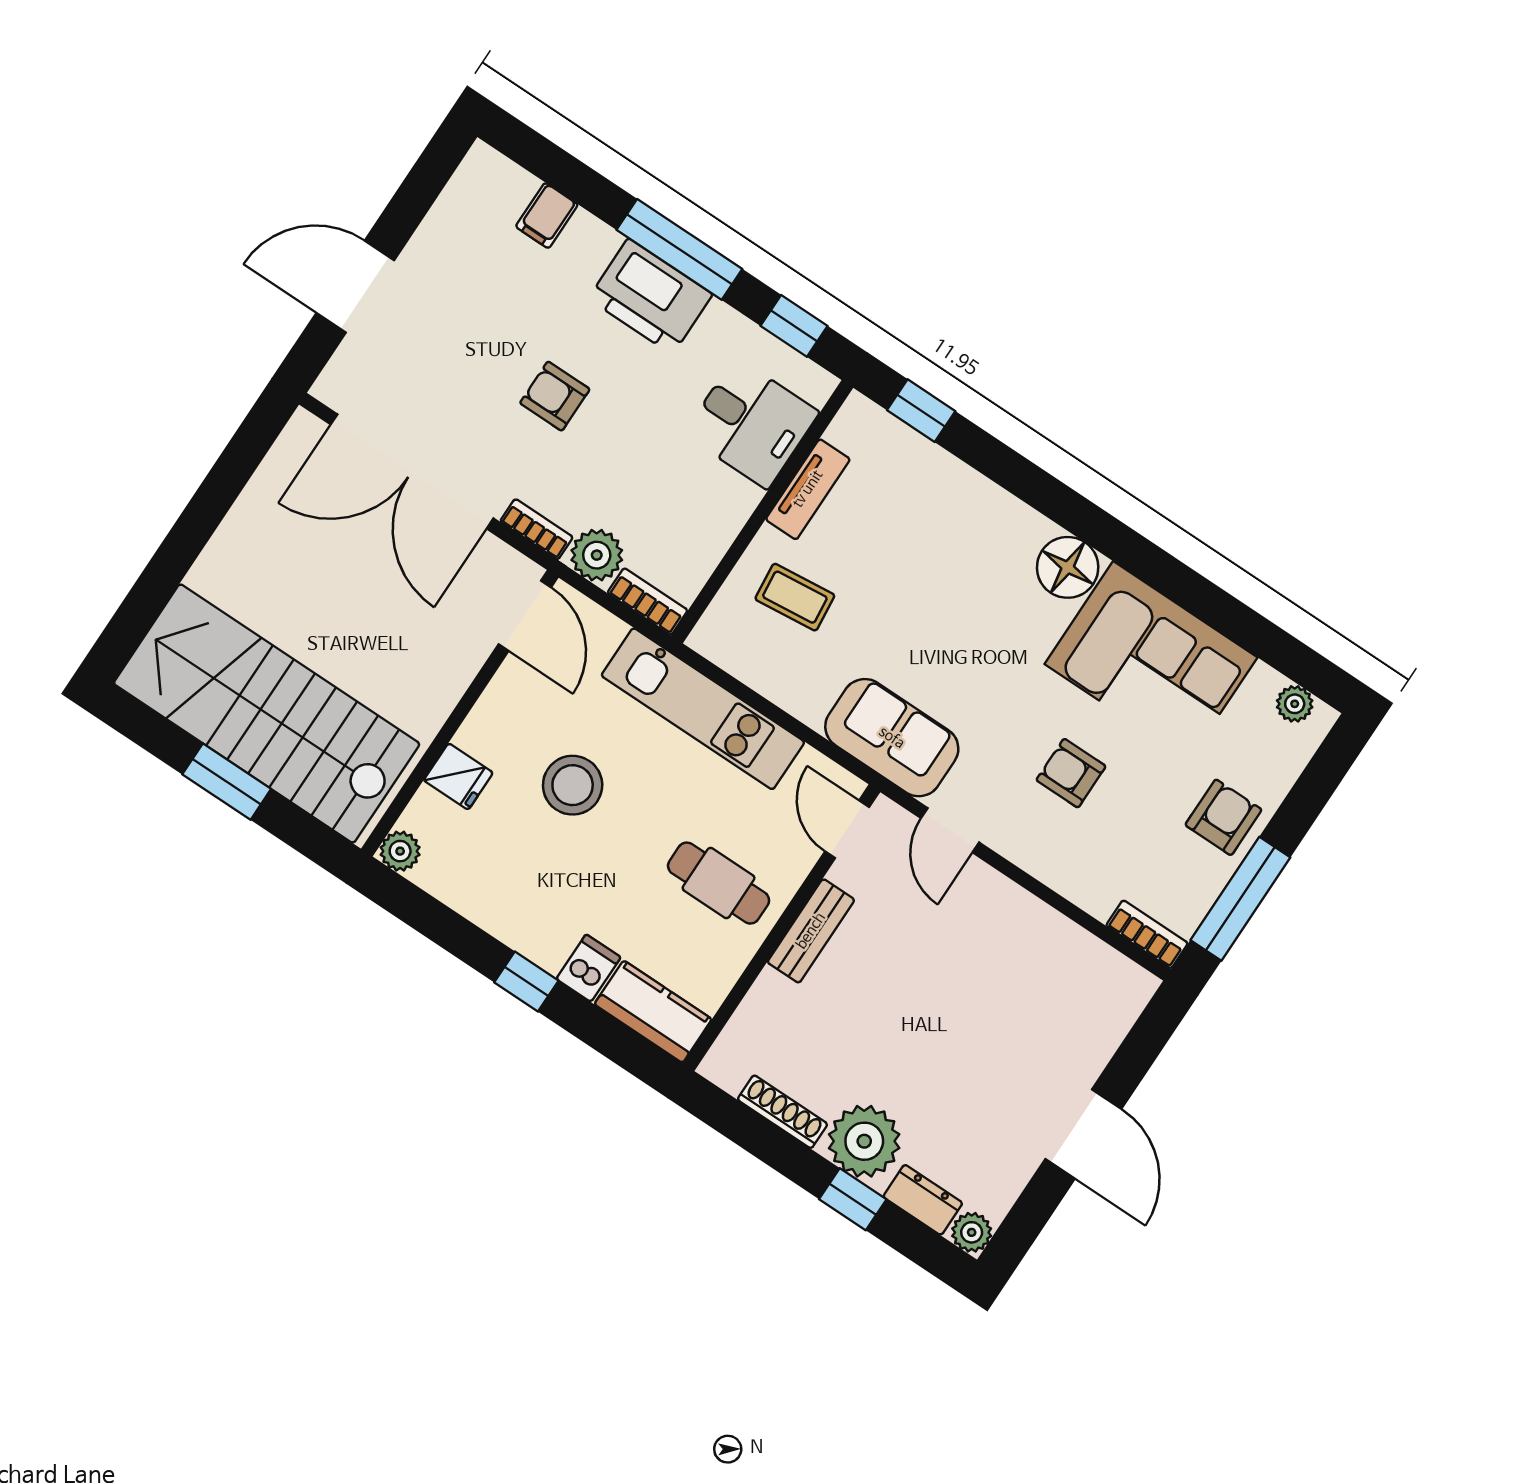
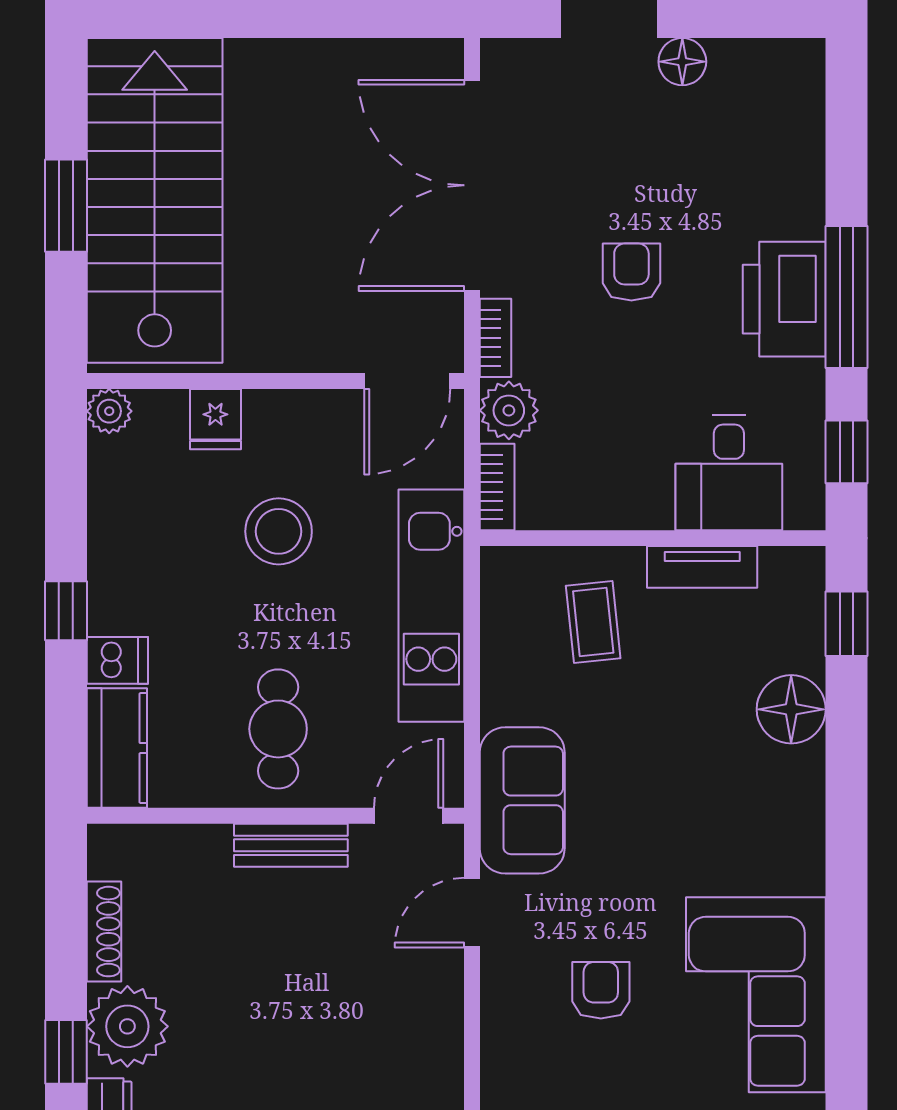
filing cabinet: (547, 216) -> (795, 152), removed
floor lamp: (424, 255) -> (682, 62), added
floor lamp: (1068, 567) -> (791, 709), moved

